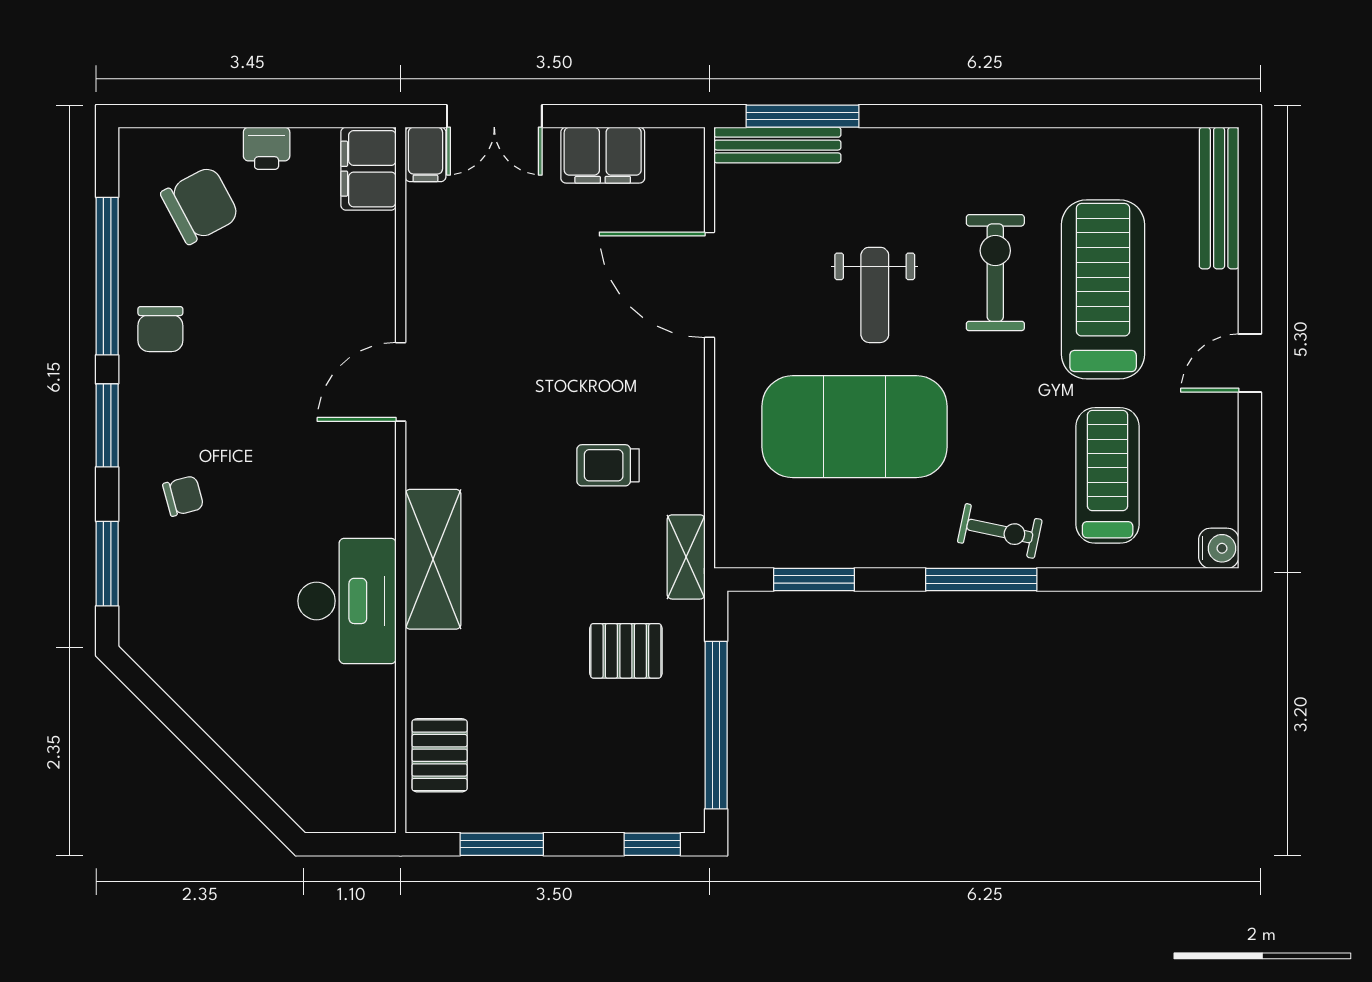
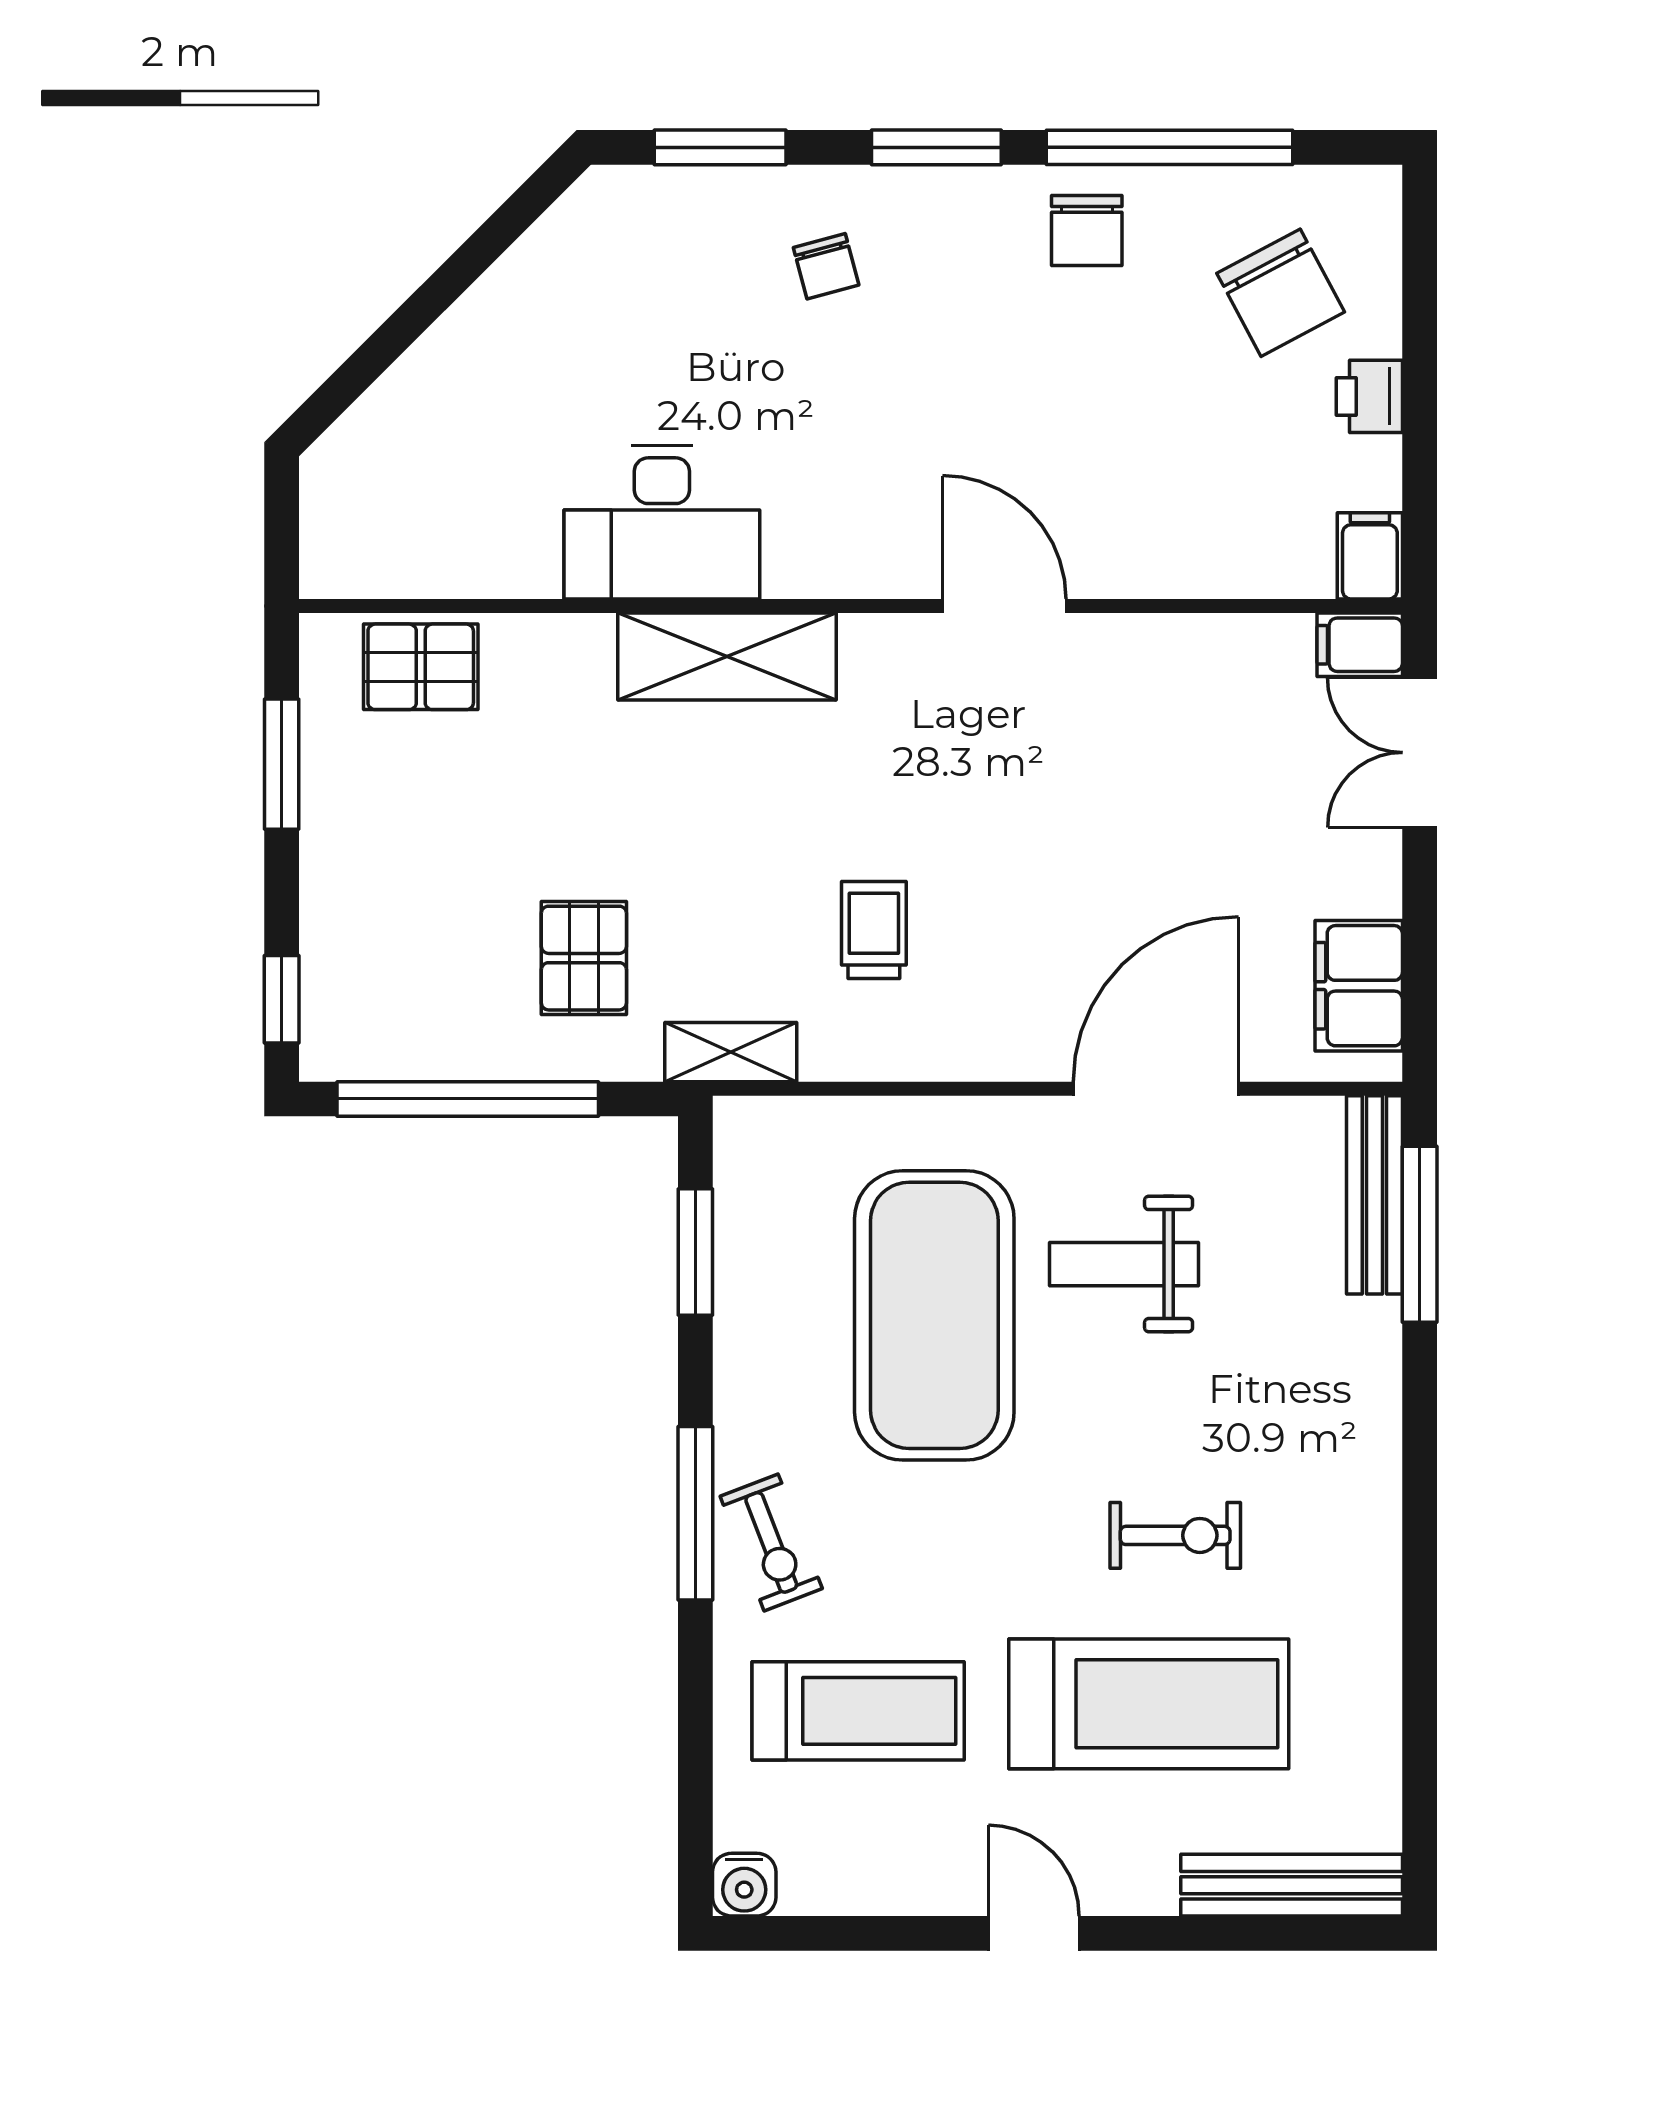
filing cabinet: (603, 155) -> (1359, 986), moved
filing cabinet: (369, 169) -> (1370, 556), width x0.50
exercise bike: (995, 273) -> (1175, 1535), width x0.73, depth x0.72
weight bench: (875, 295) -> (1124, 1264), moved
chair: (160, 329) -> (1087, 230), turned -90
exercise bike: (1000, 531) -> (771, 1542), turned -33

